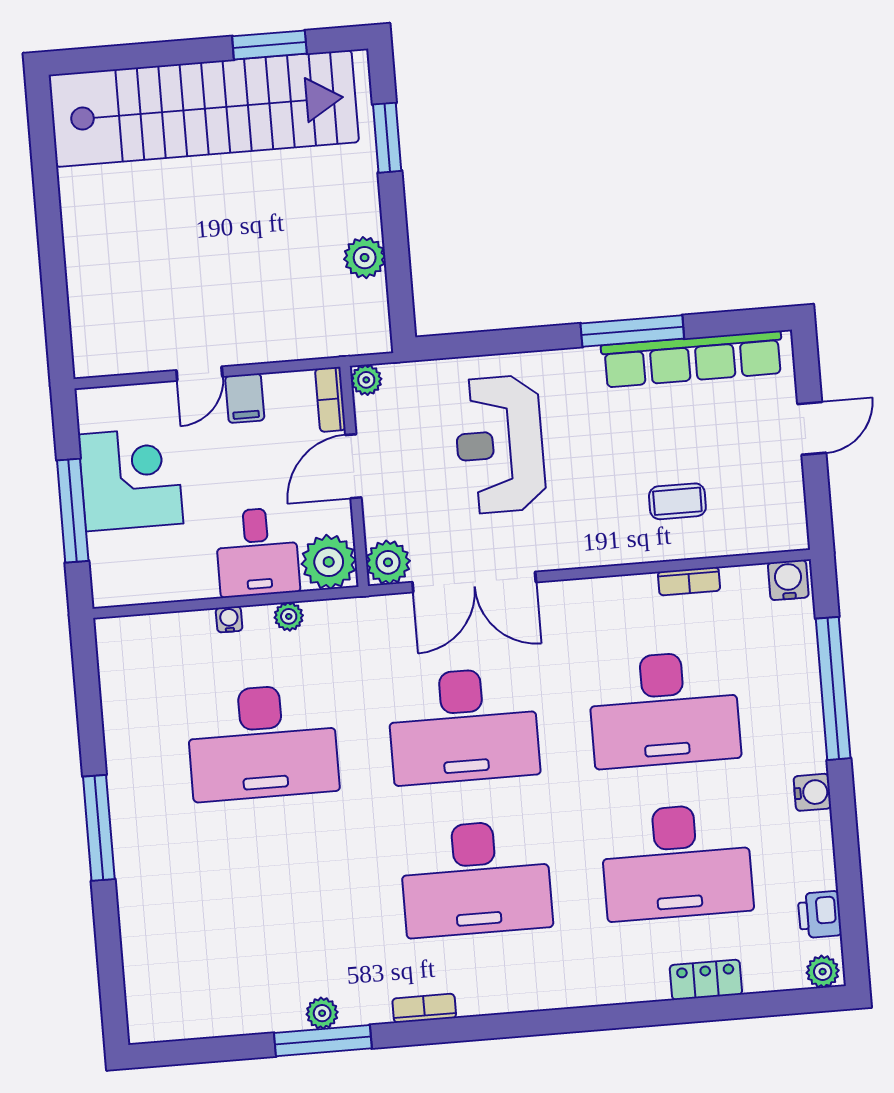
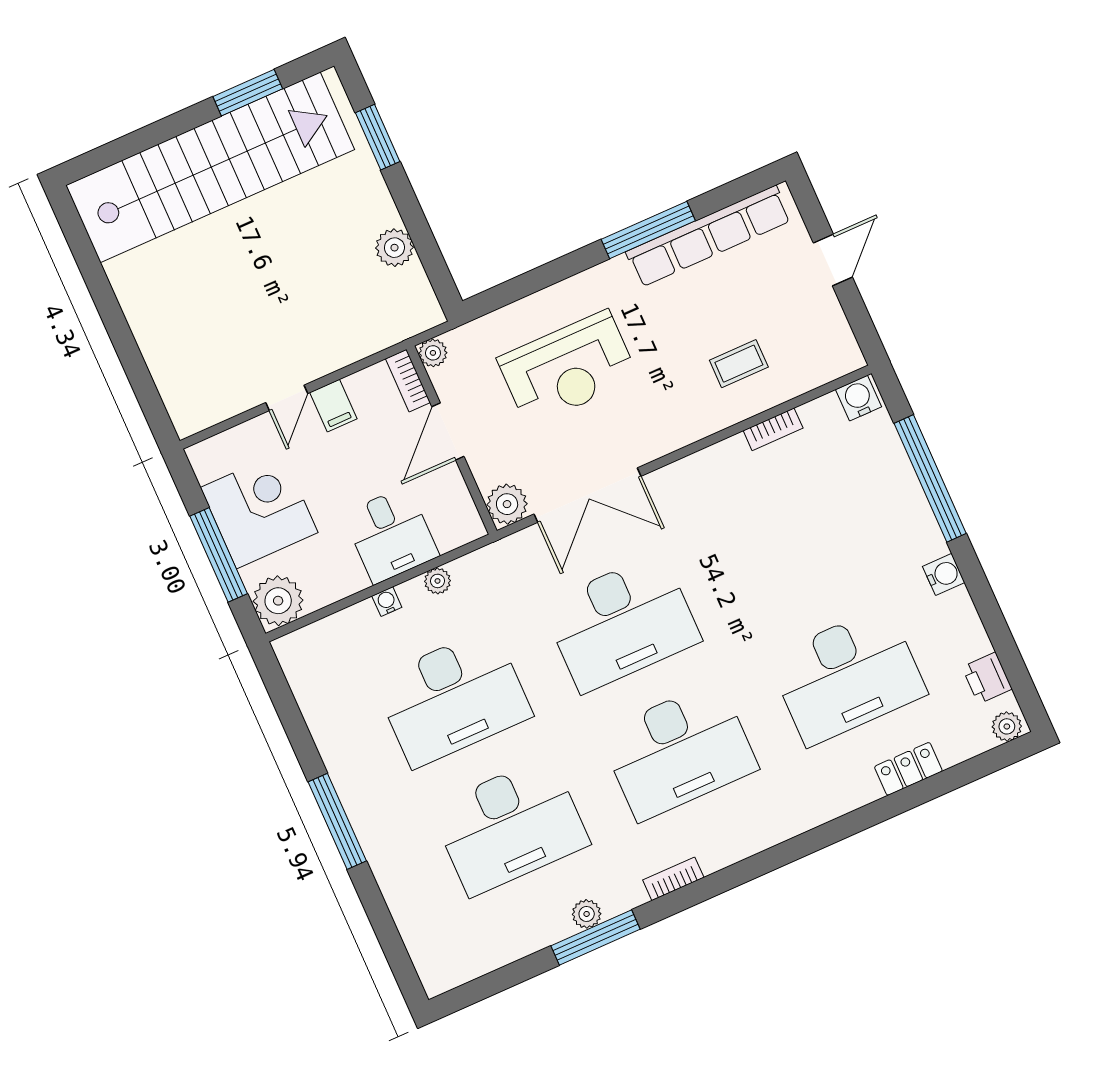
reception desk: (500, 444) -> (568, 368), turned -90
plant: (329, 562) -> (278, 601), moved
desk: (664, 709) -> (510, 826), moved

